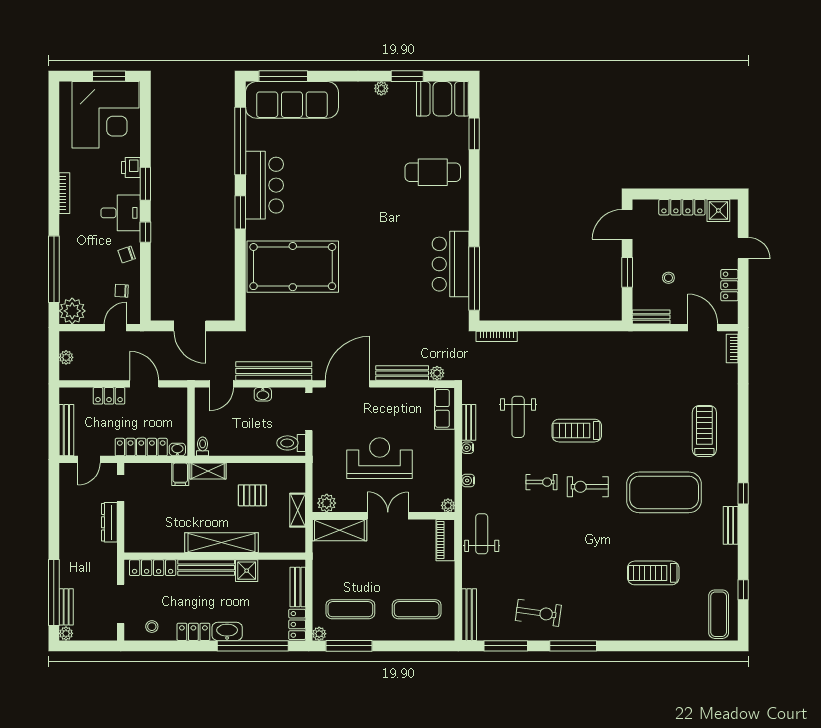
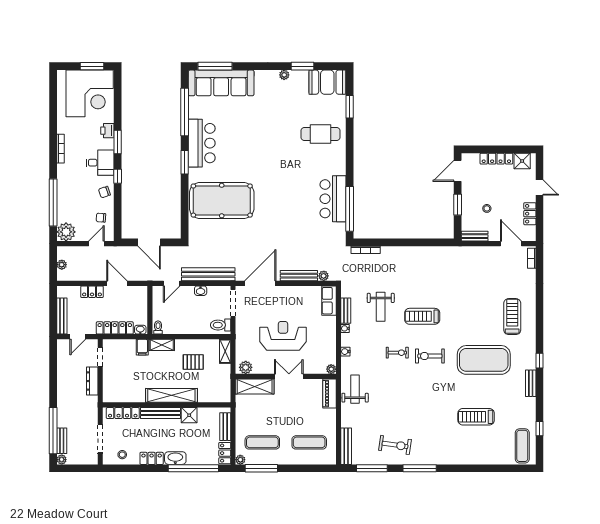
shelving: (298, 510) -> (225, 351), moved

